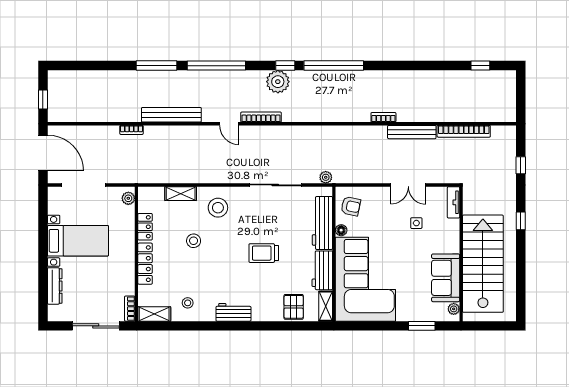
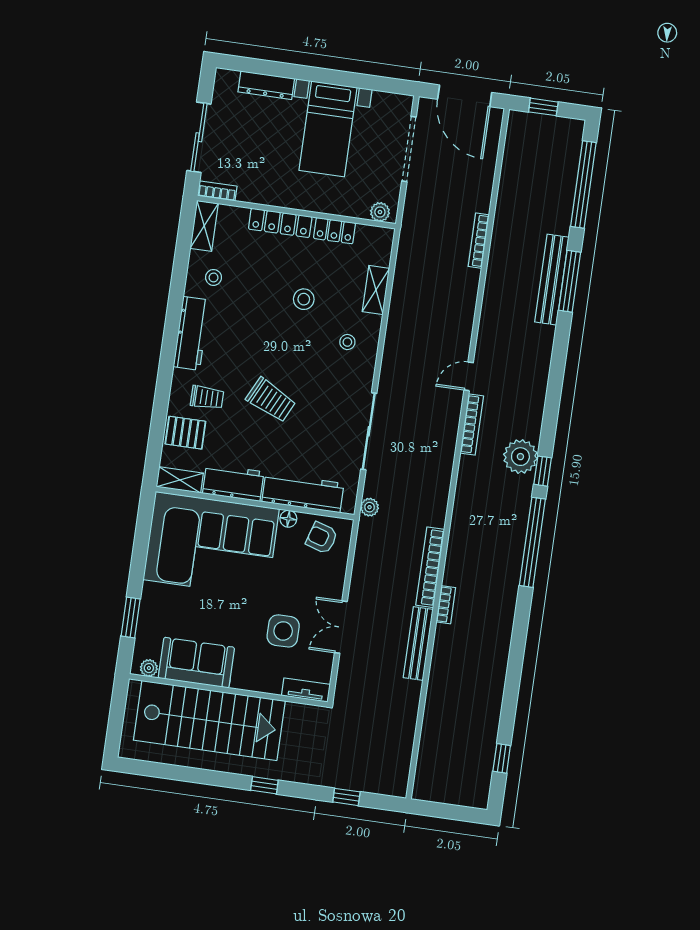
window: (216, 66) -> (583, 184), moved
bench: (171, 115) -> (552, 280), moved
bookcase: (132, 130) -> (479, 241), width x1.56
bookcase: (464, 131) -> (430, 567), moved
door: (43, 153) -> (465, 96), hinge flipped
armchair: (351, 206) -> (322, 538), turned 95
stool: (218, 208) -> (347, 342), width x0.53, depth x0.53
side table: (416, 223) -> (283, 631), width x1.87, depth x1.87
trolley: (264, 253) -> (271, 400), turned 116
trolley: (268, 296) -> (207, 397), added
workbench: (233, 312) -> (191, 333), width x1.38

